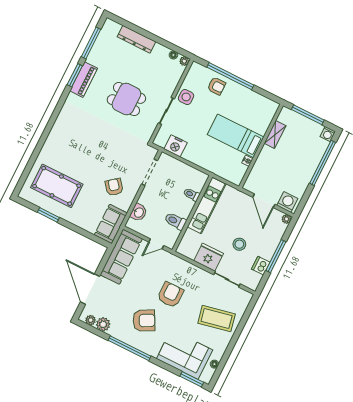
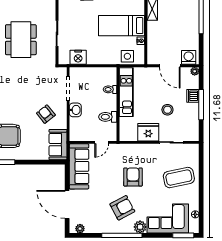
side table: (186, 97) -> (127, 56), moved
dining table: (126, 99) -> (21, 40), width x1.38
washbasin: (139, 212) -> (75, 110), moved
dishwasher: (261, 266) -> (193, 96), moved
plant: (103, 324) -> (140, 227), moved

